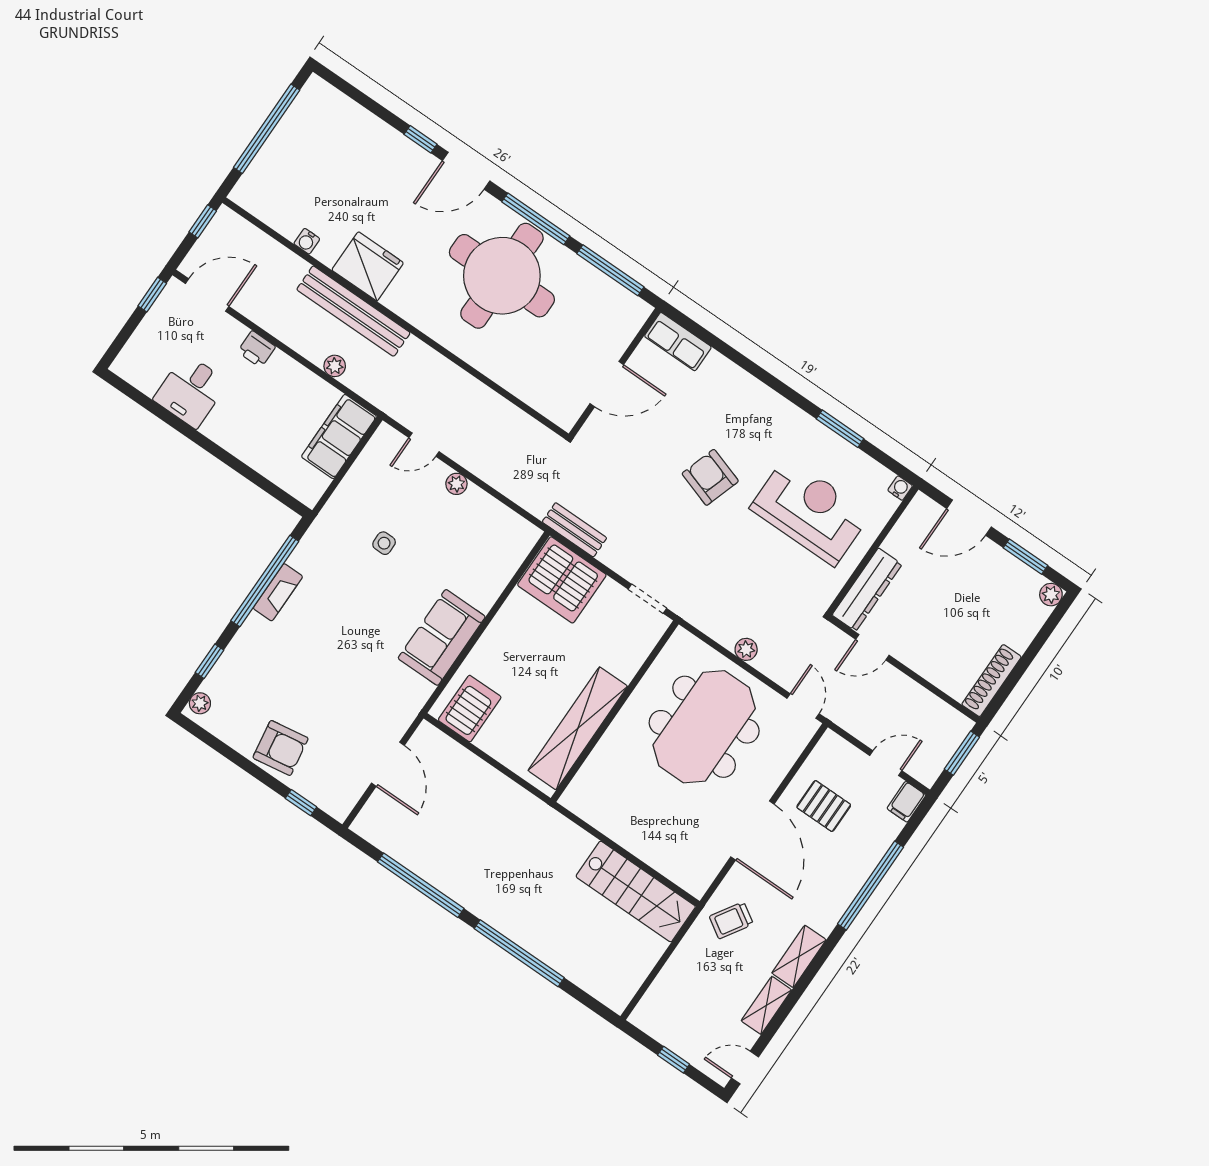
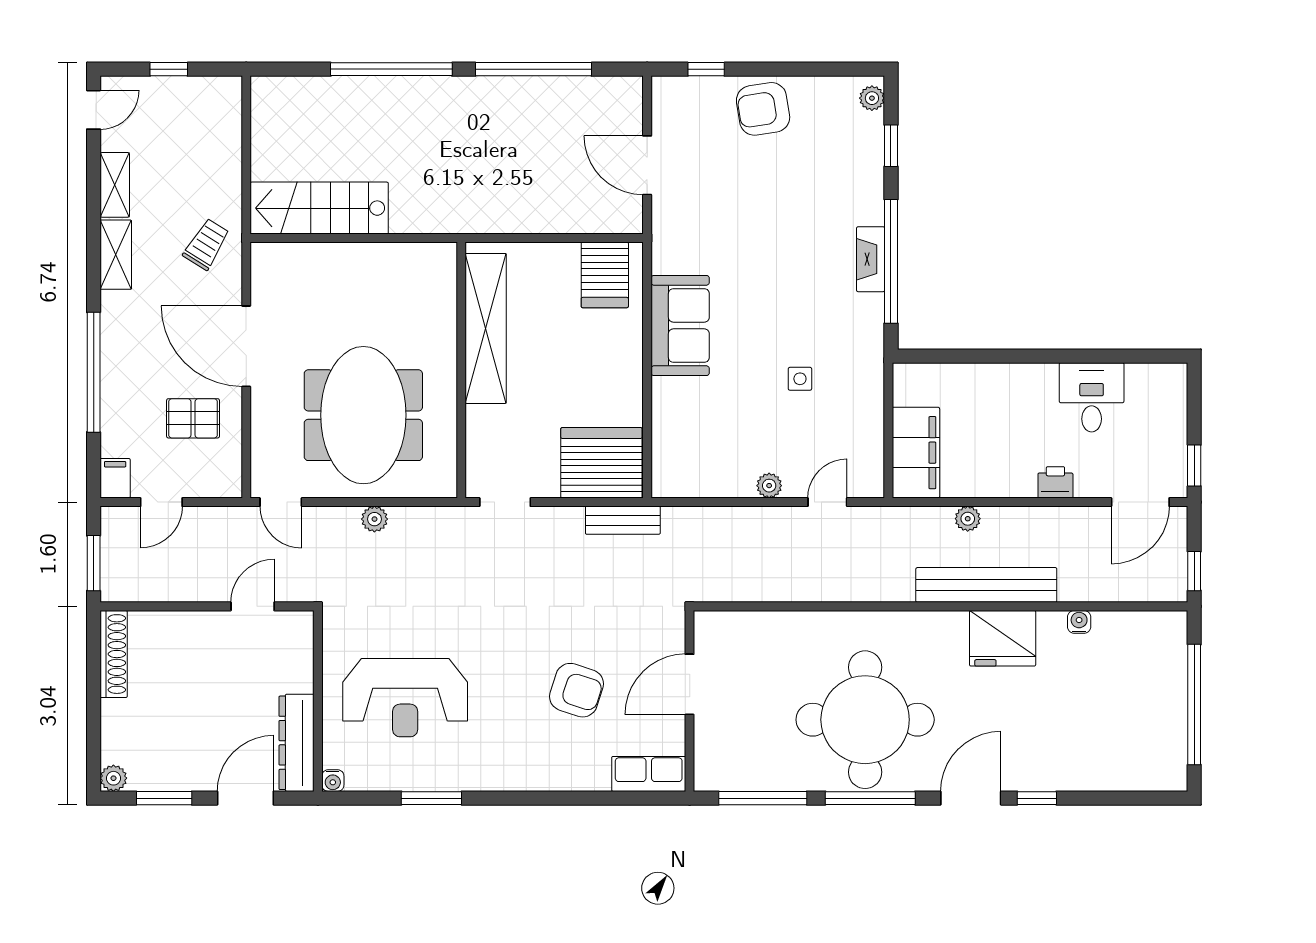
armchair: (710, 477) -> (577, 690), moved
dresser: (867, 590) -> (297, 743), moved

